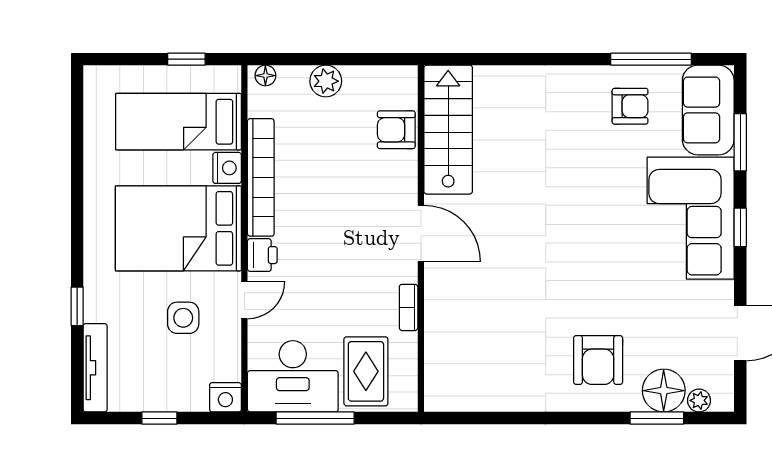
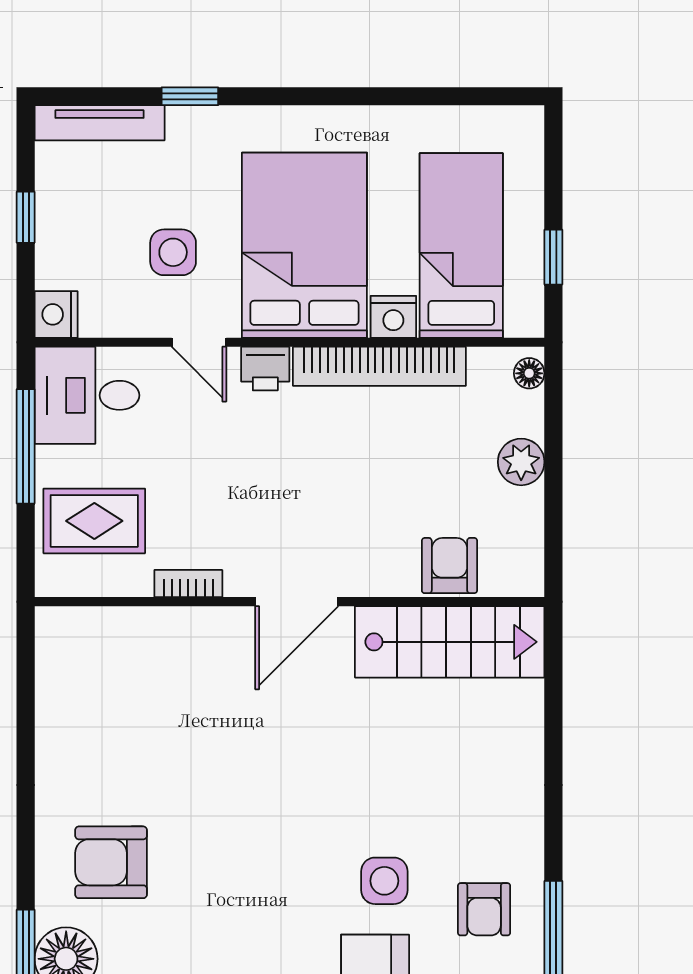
side table: (611, 174) -> (384, 881), added
desk: (293, 376) -> (87, 395), width x0.73

